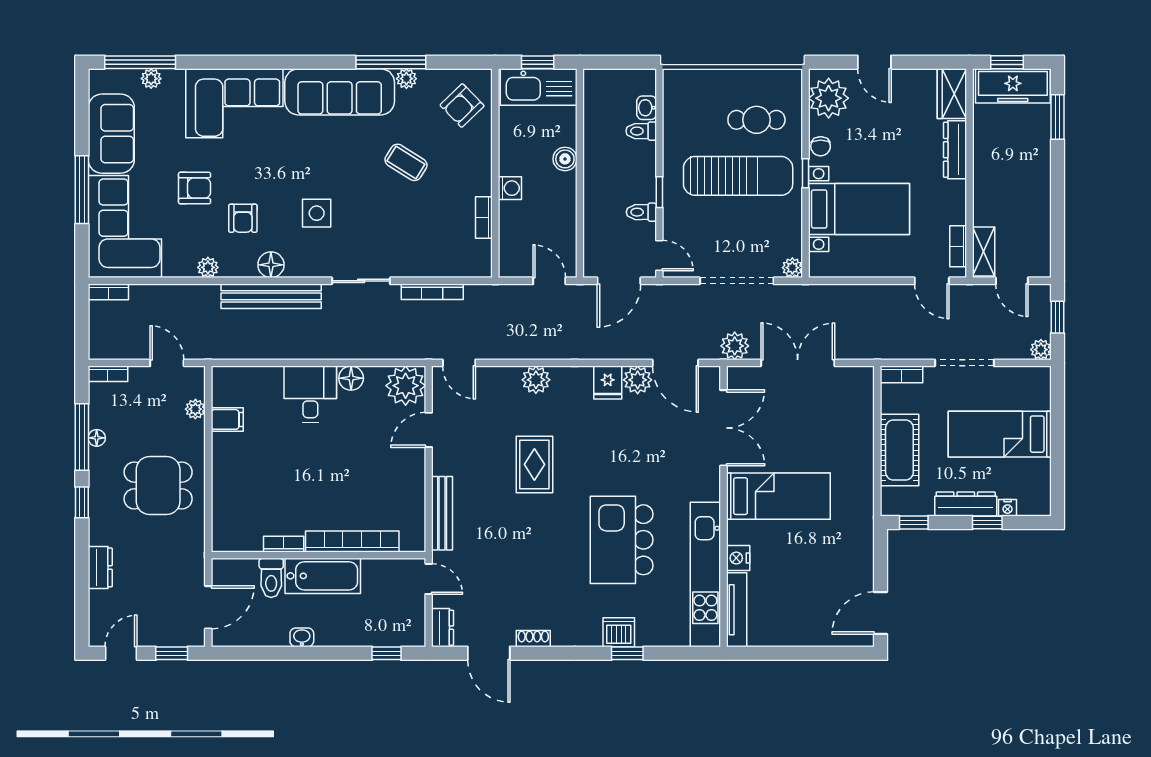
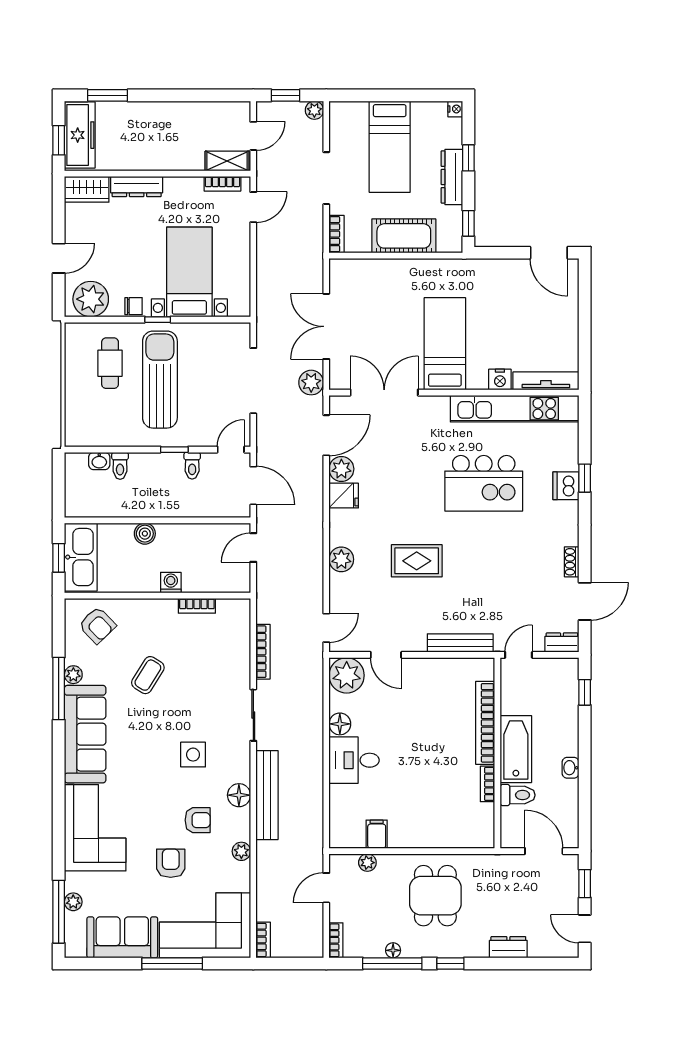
plant: (792, 268) -> (242, 331), removed
nightstand: (1008, 508) -> (455, 109), moved

